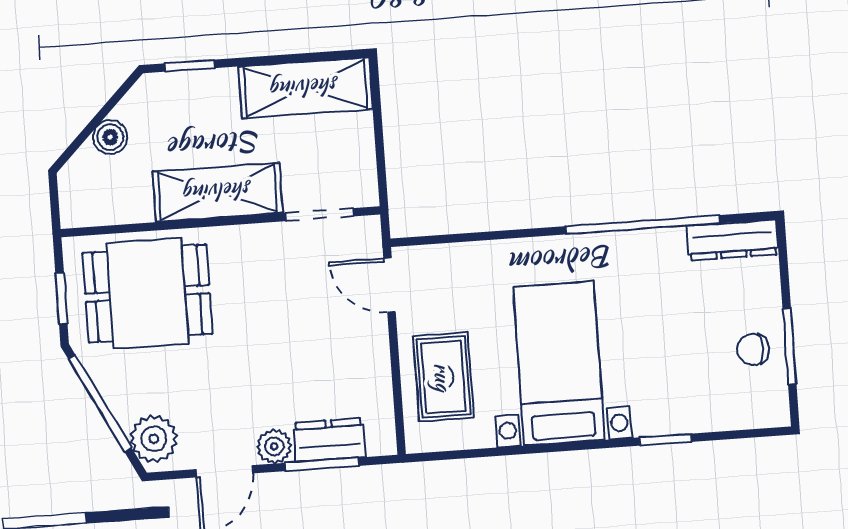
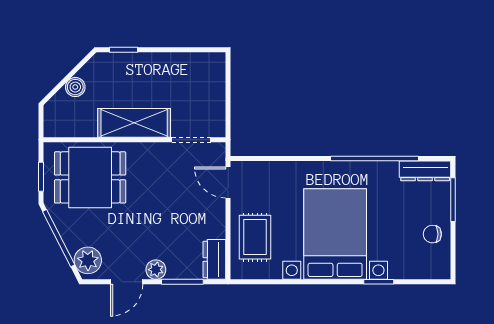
shelving: (305, 88) -> (188, 67), removed
window: (789, 346) -> (453, 200), moved
bed with nightstands: (559, 363) -> (335, 234), width x1.36
dresser: (329, 440) -> (214, 259), moved, turned -90

